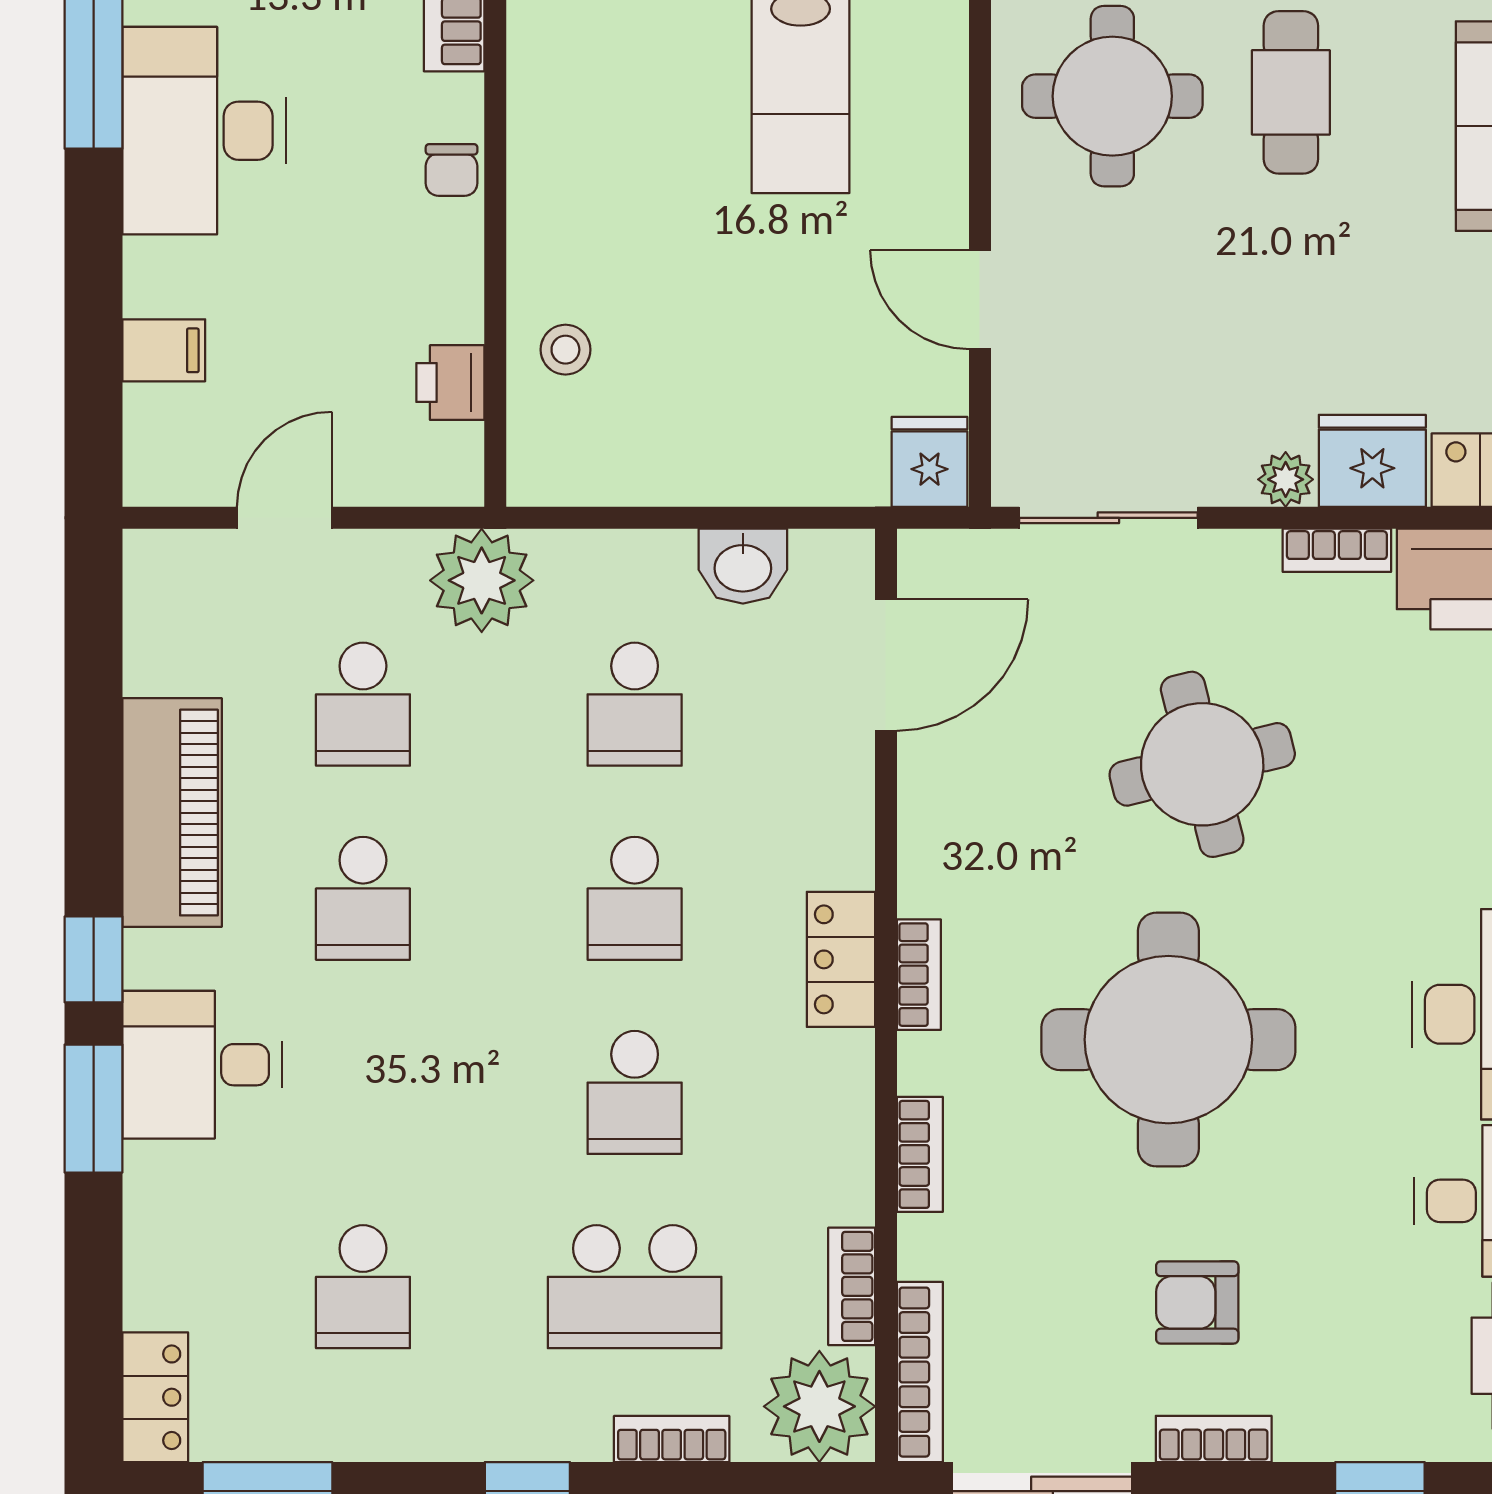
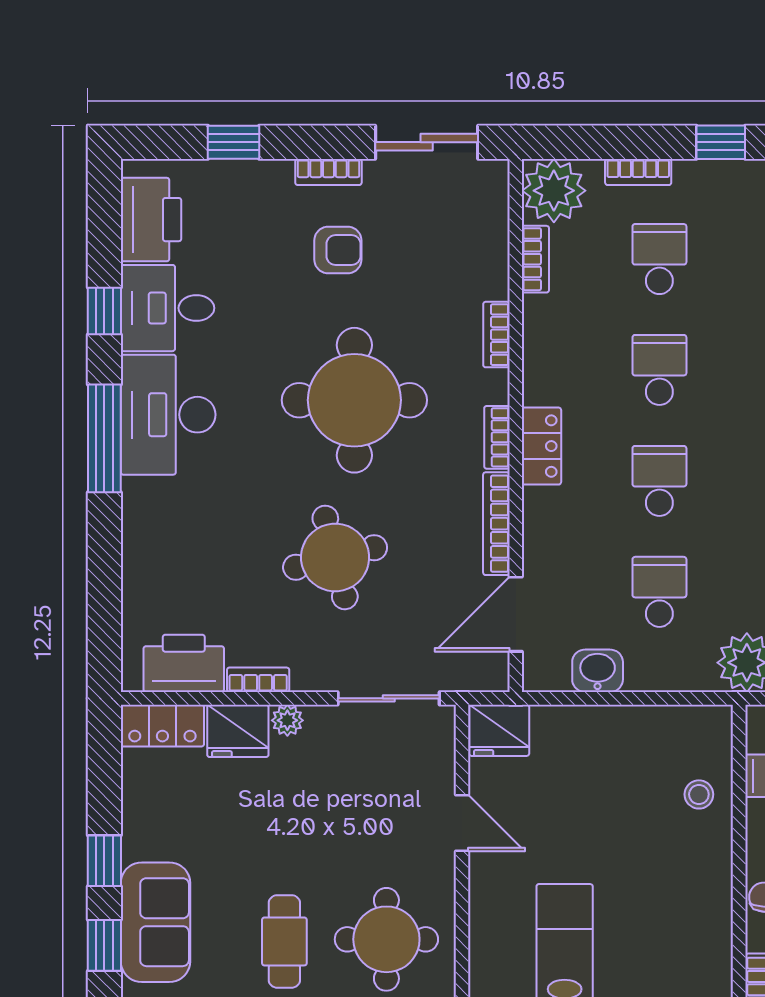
fridge: (929, 462) -> (499, 730), width x1.38
school desk: (635, 1287) -> (659, 259), width x0.54
bookcase: (920, 1372) -> (496, 524), moved

